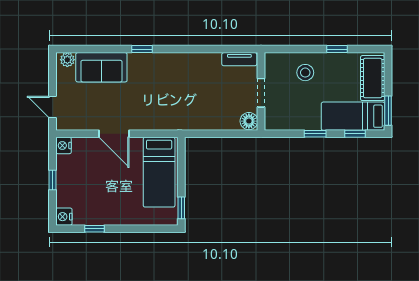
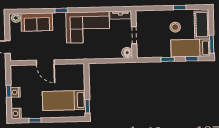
stool: (305, 73) -> (175, 27), moved
corner sofa: (185, 78) -> (88, 27), added
nightstand: (64, 145) -> (15, 92), moved
bed: (159, 172) -> (64, 100), moved, turned 90

